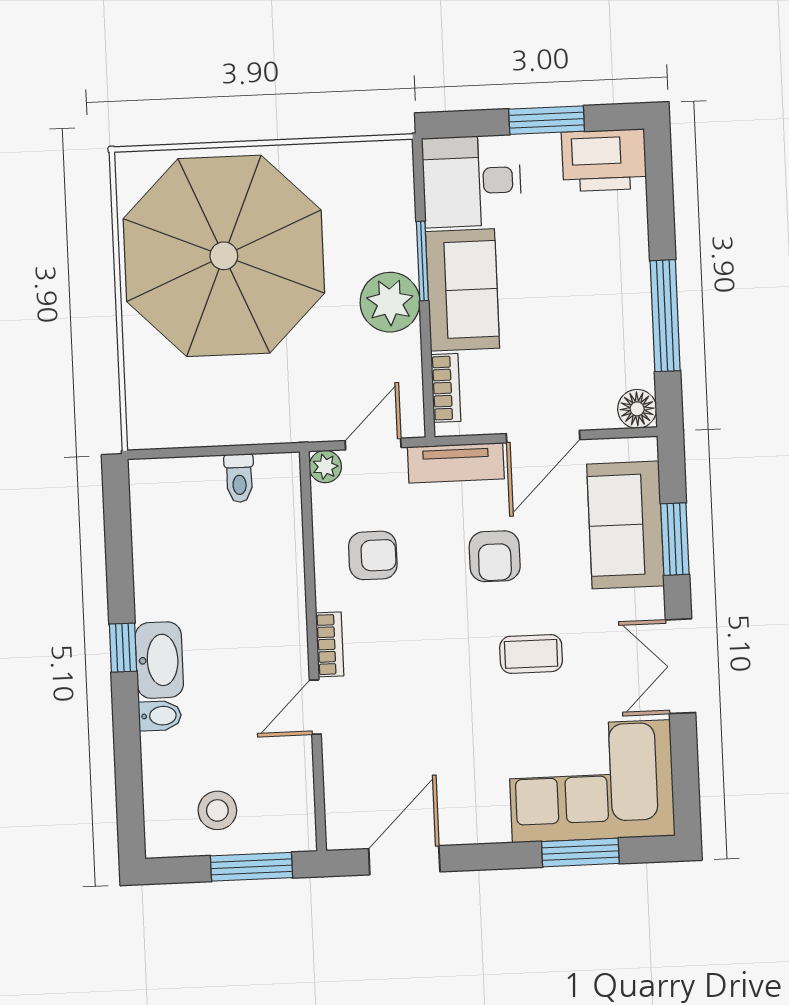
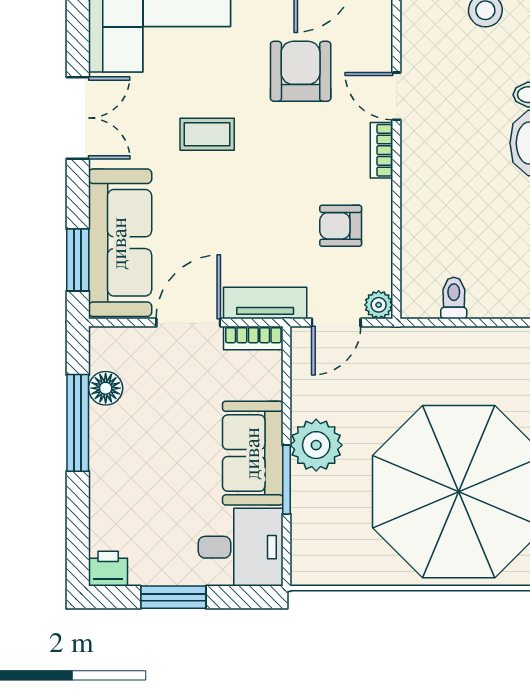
printer: (604, 160) -> (108, 569), width x0.53, depth x0.68
bookcase: (446, 388) -> (253, 338), moved, turned -90
floor lamp: (637, 409) -> (106, 388), moved
sofa: (625, 525) -> (120, 243), width x1.36
window: (675, 539) -> (78, 260), moved
armchair: (495, 556) -> (301, 71), moved, width x1.38, depth x1.38
door: (315, 707) -> (396, 96), swing flipped

